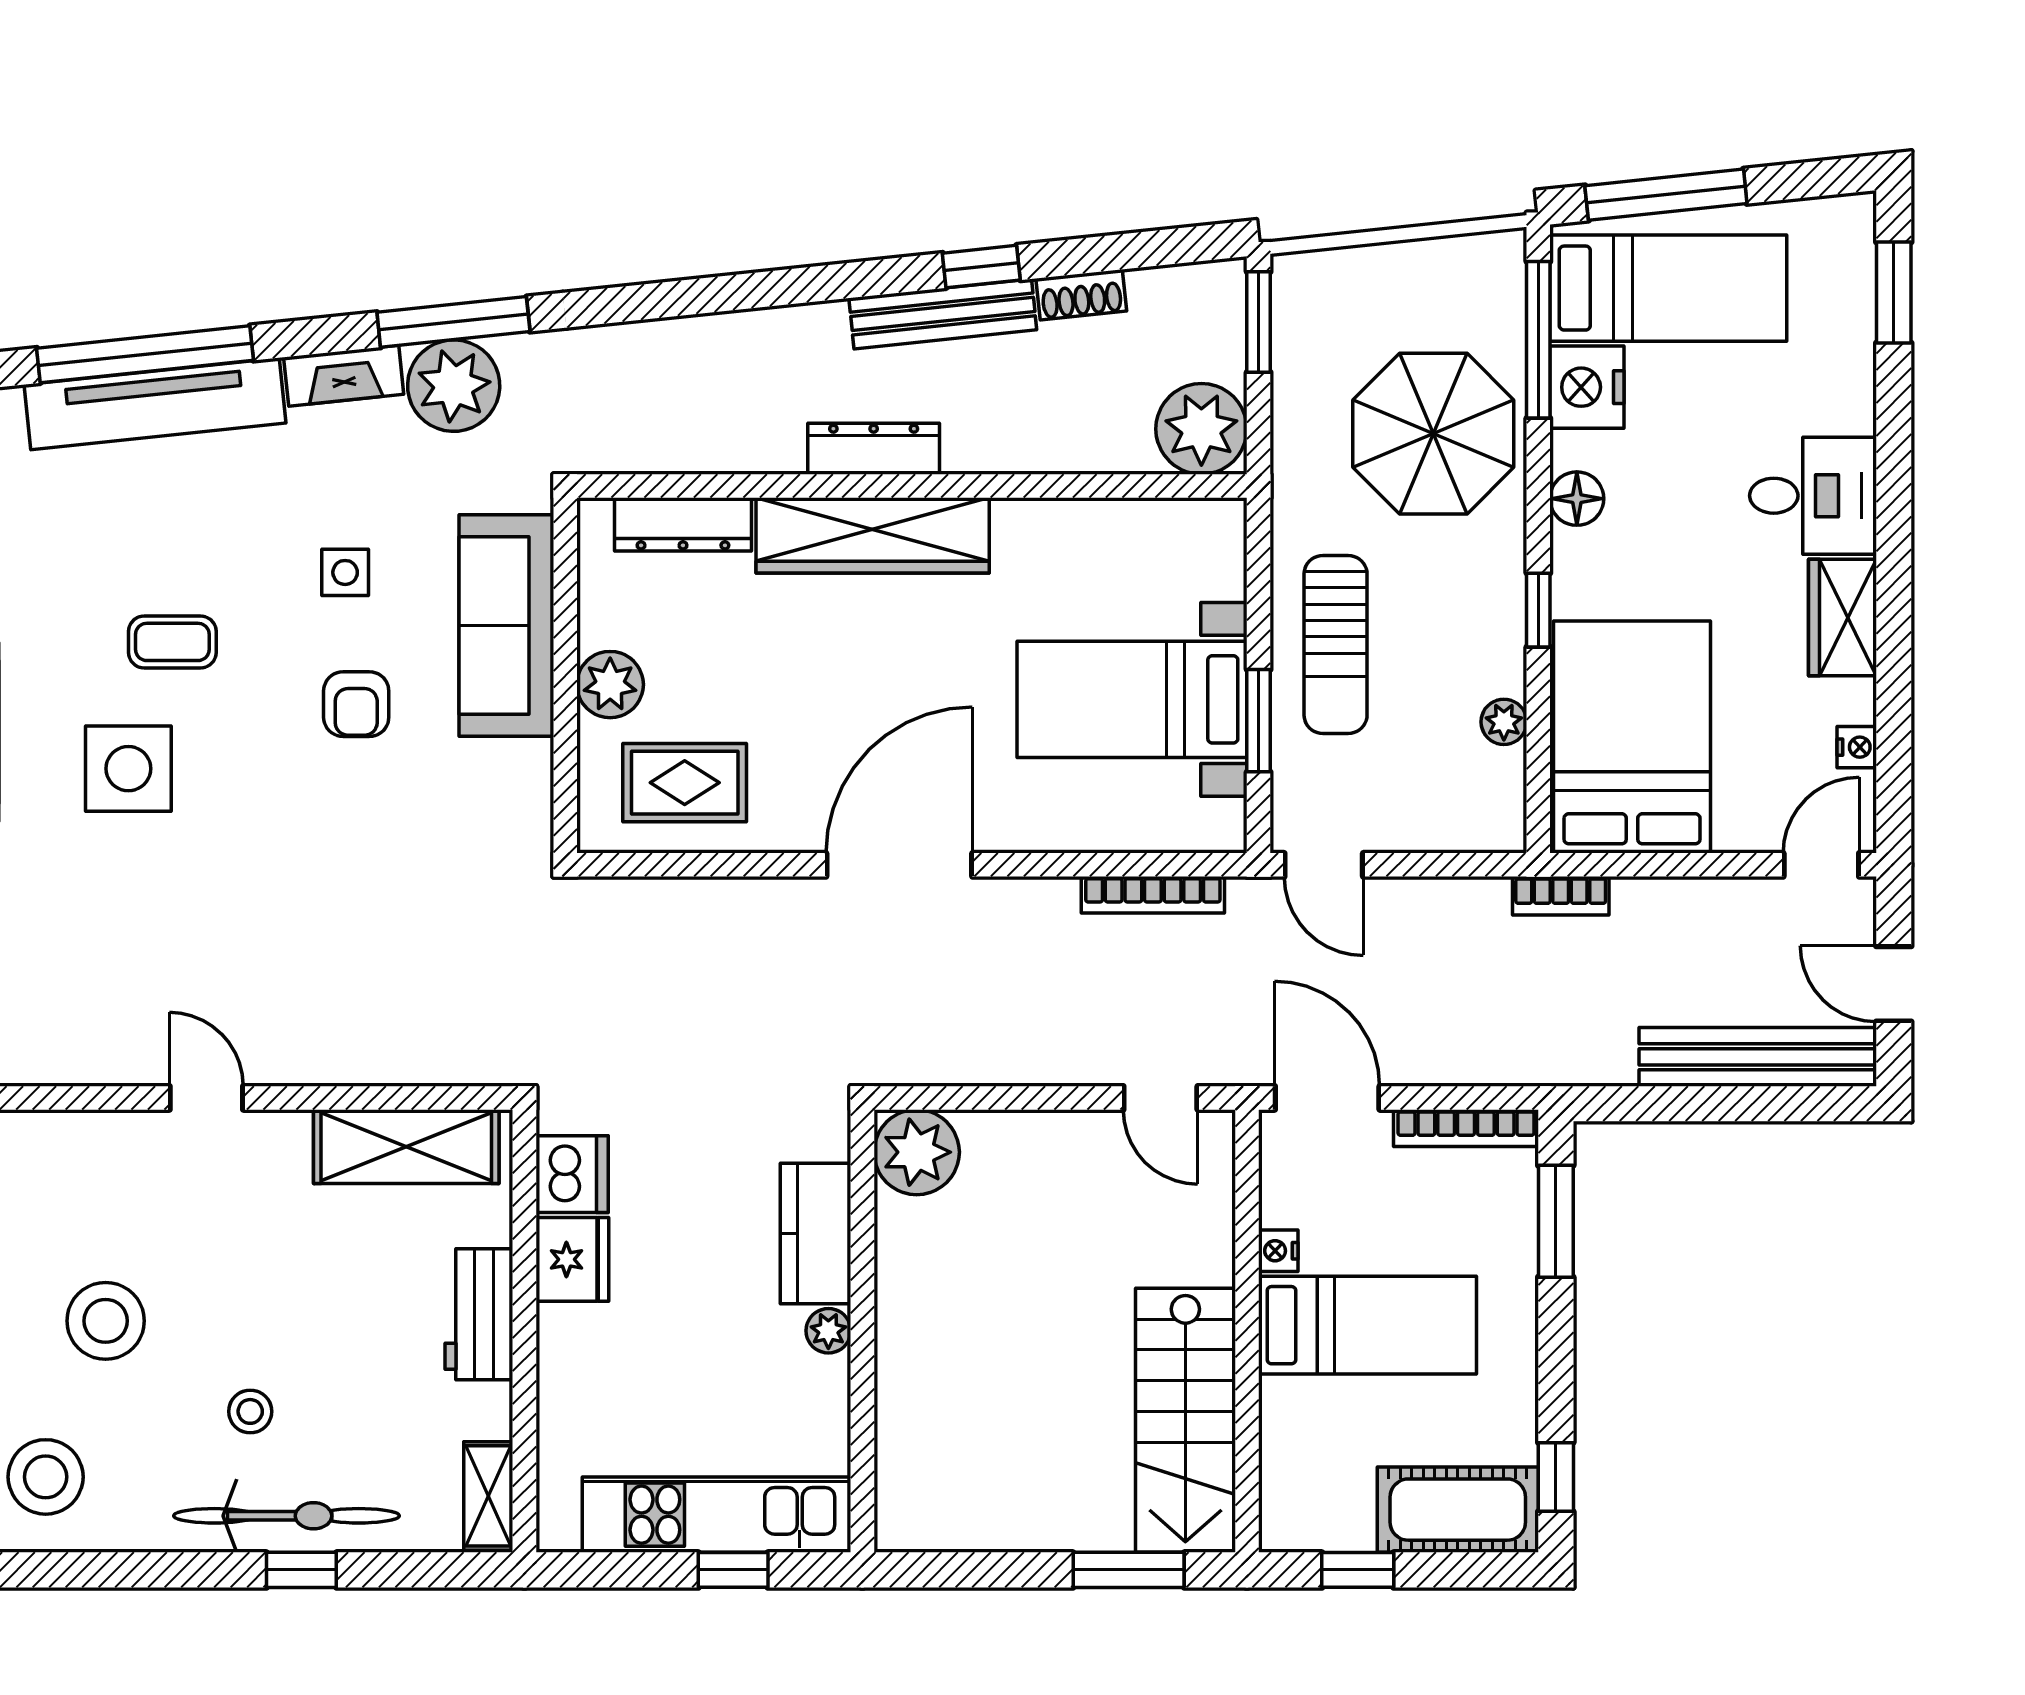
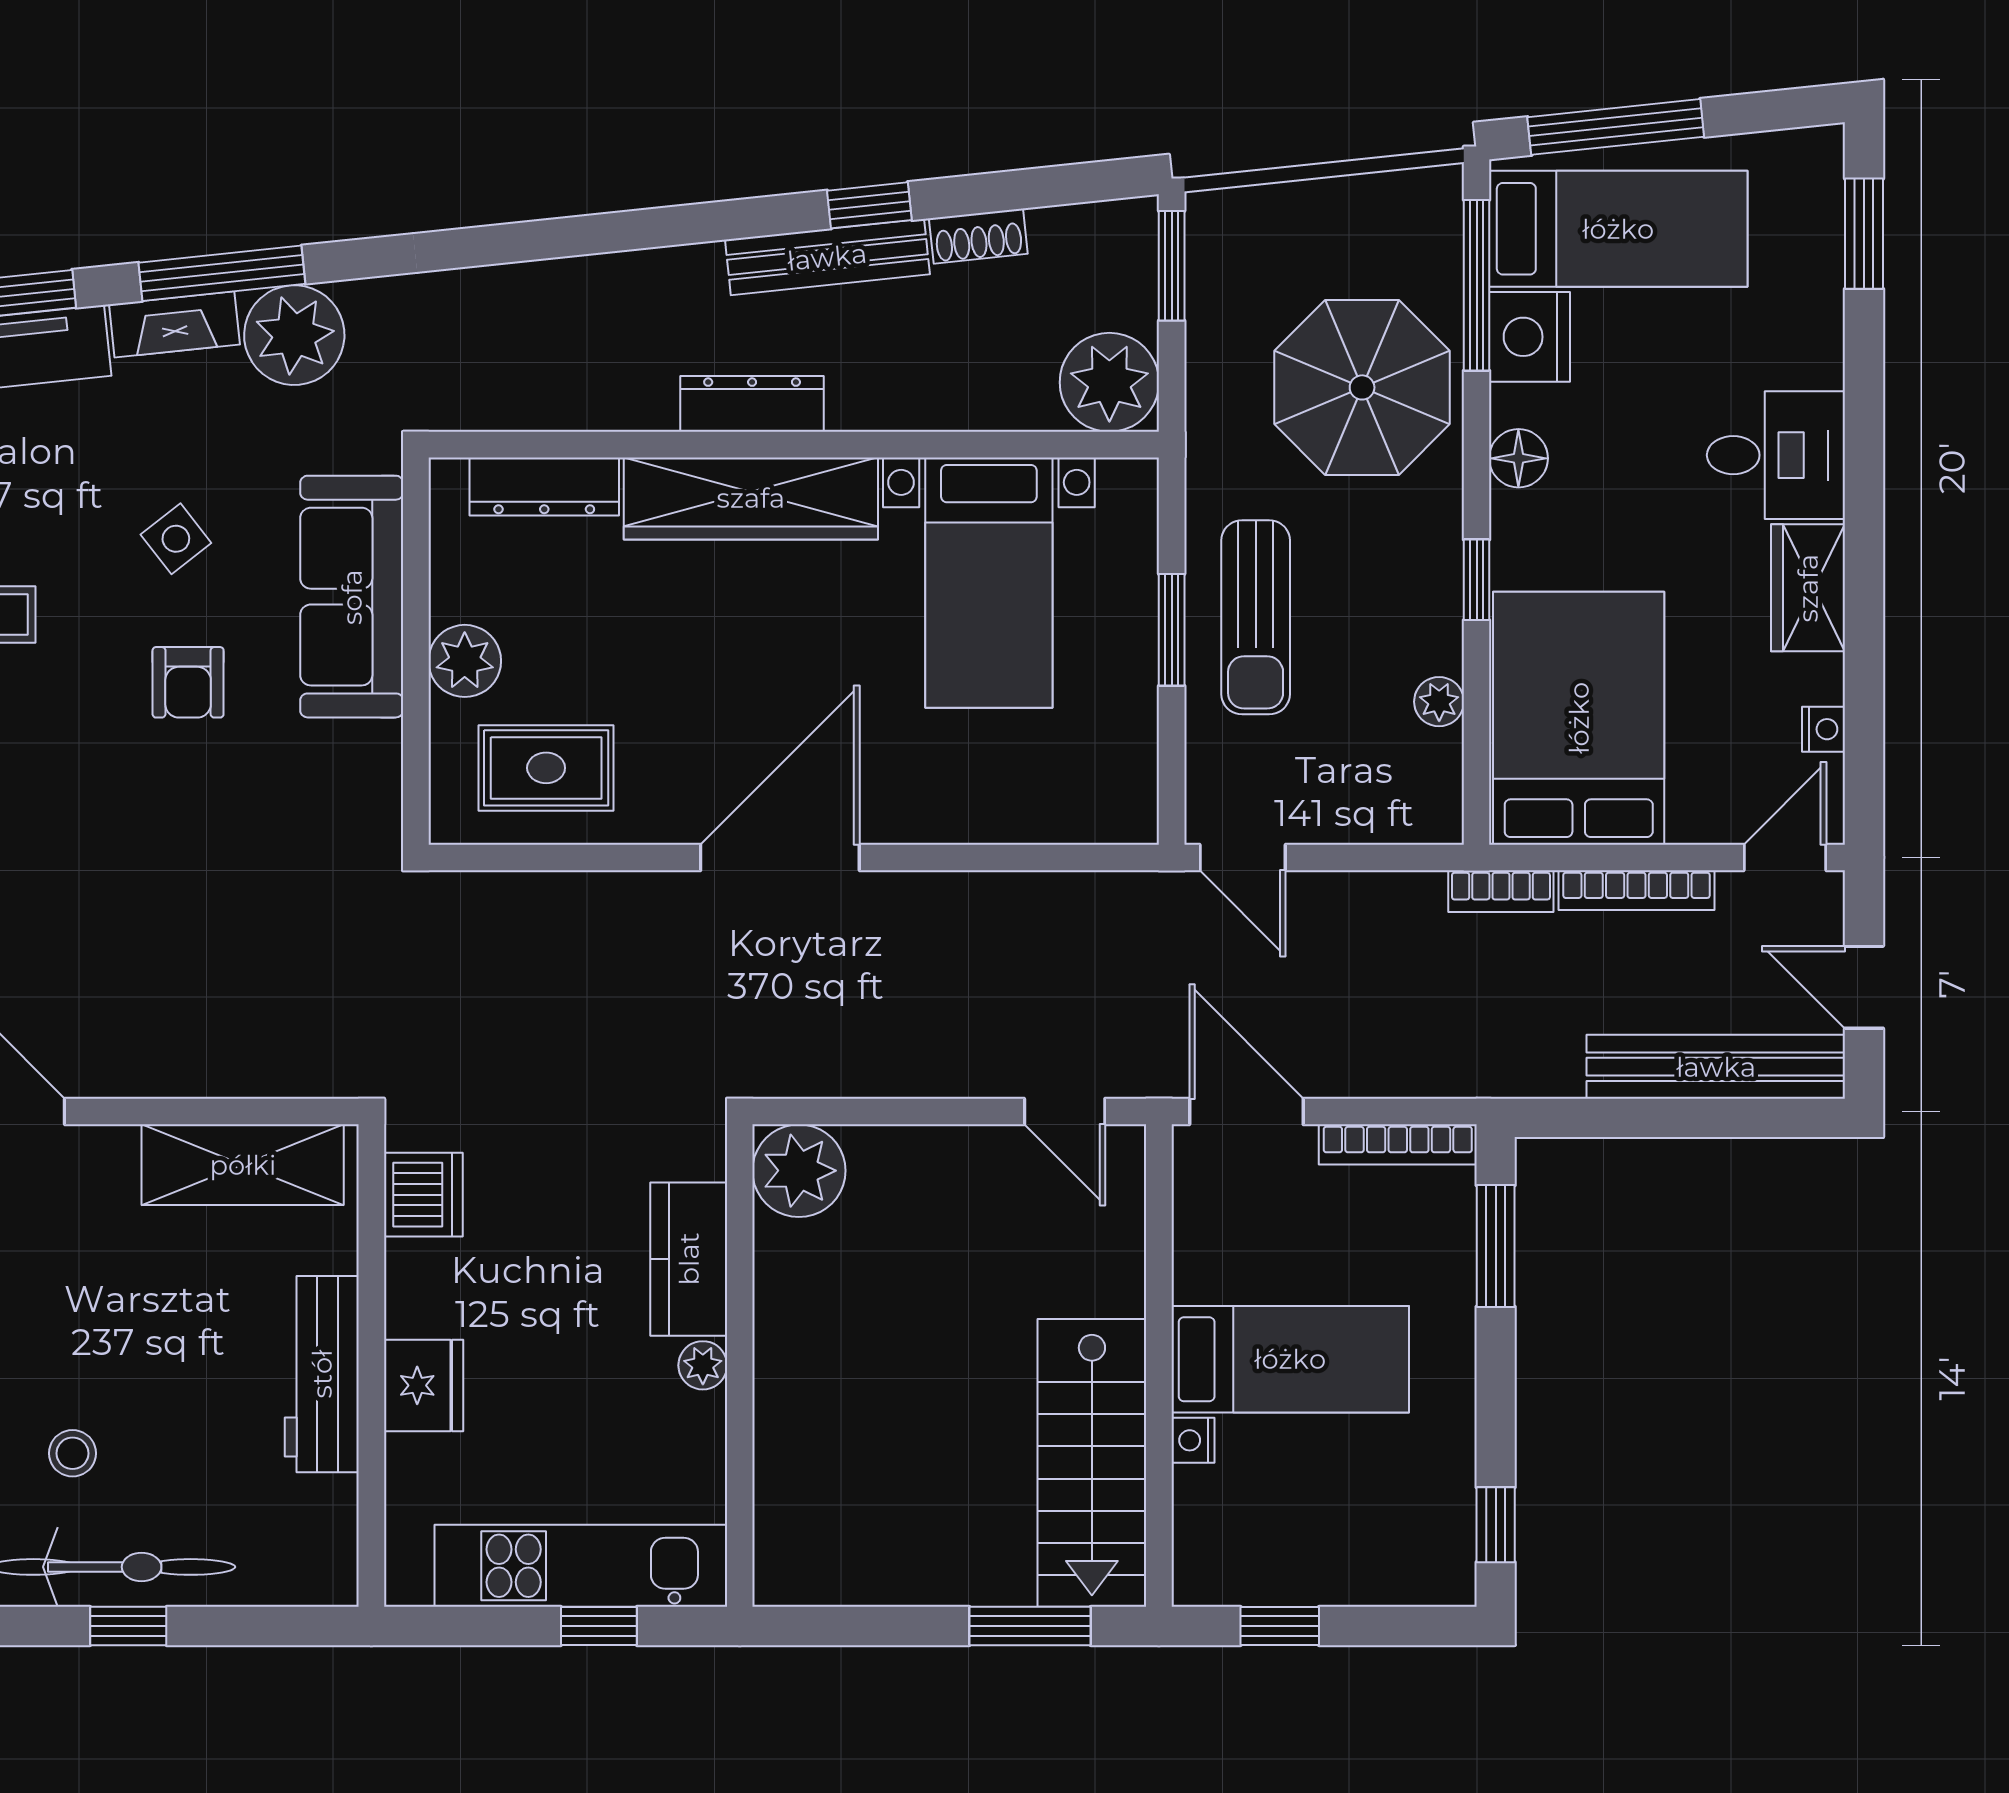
window: (453, 322) -> (222, 273), moved
side table: (345, 572) -> (176, 539), turned -38
bed with nightstands: (1132, 699) -> (989, 583), moved, turned -90
window: (1259, 721) -> (1172, 630), moved
bookcase: (1153, 895) -> (1636, 890), moved
nightstand: (1278, 1251) -> (1193, 1440), moved
fridge: (572, 1259) -> (424, 1385), moved
workbench: (479, 1314) -> (322, 1374), width x1.38
shelving: (488, 1496) -> (332, 1545), removed
cot: (1458, 1510) -> (1389, 1560), removed

